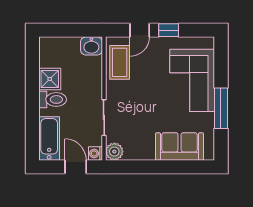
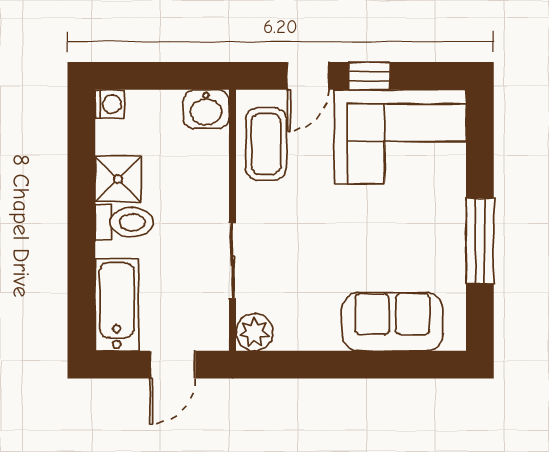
corner sofa: (192, 80) -> (400, 137), moved, turned -90
washing machine: (95, 153) -> (110, 104), moved, turned 180
door: (76, 167) -> (173, 365), swing flipped

